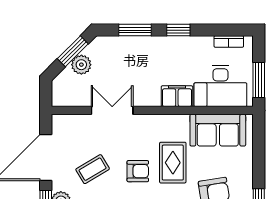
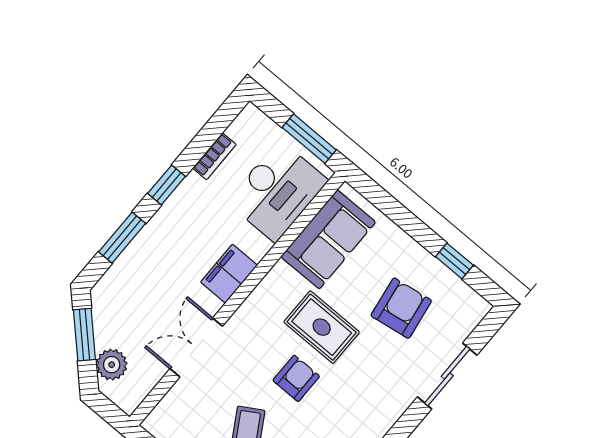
bookcase: (229, 42) -> (214, 156), moved
plant: (81, 65) -> (112, 365), moved
filing cabinet: (177, 96) -> (229, 274), moved

